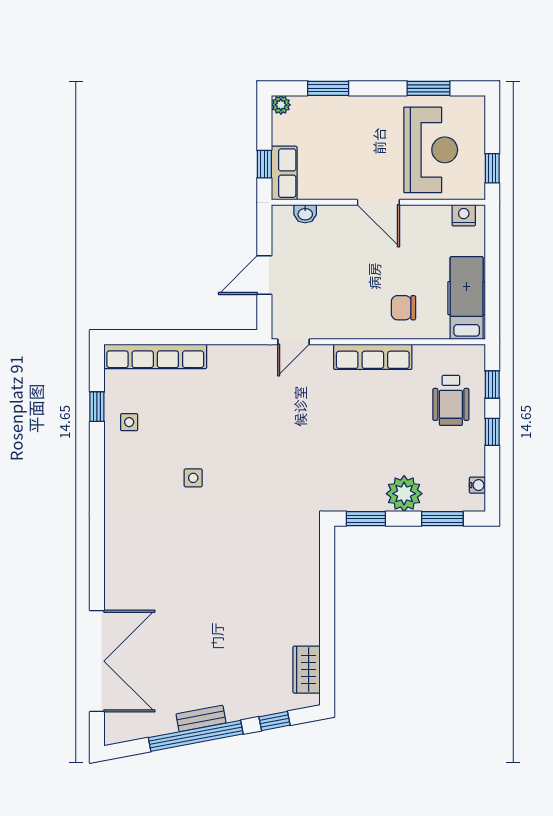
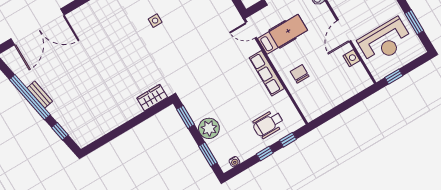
nightstand: (464, 215) -> (352, 58), moved
hospital bed: (467, 298) -> (282, 34), moved
wardrobe: (307, 670) -> (152, 98), moved

